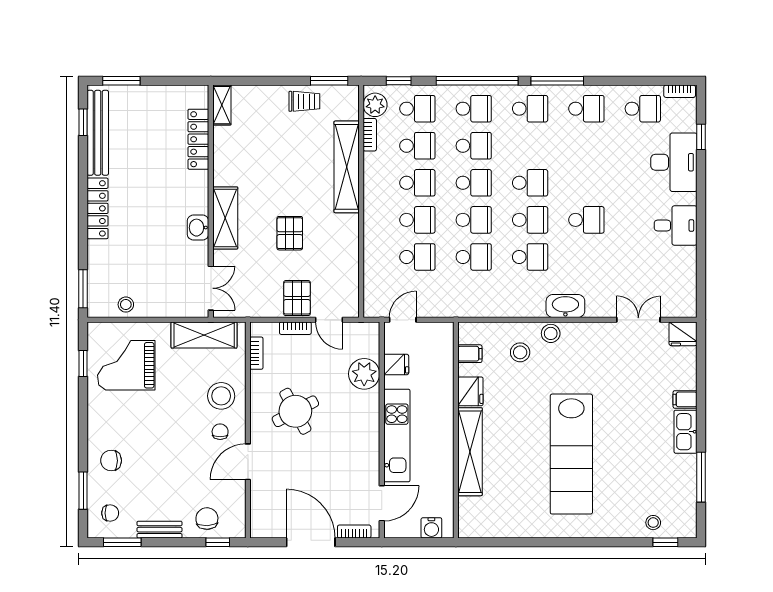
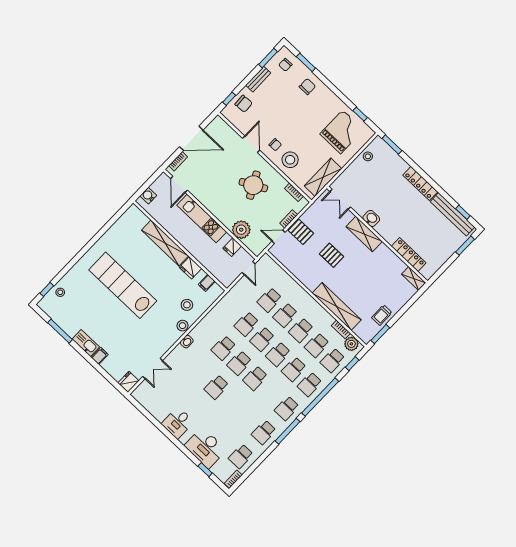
washbasin: (565, 306) -> (187, 342), width x0.52, depth x0.69

